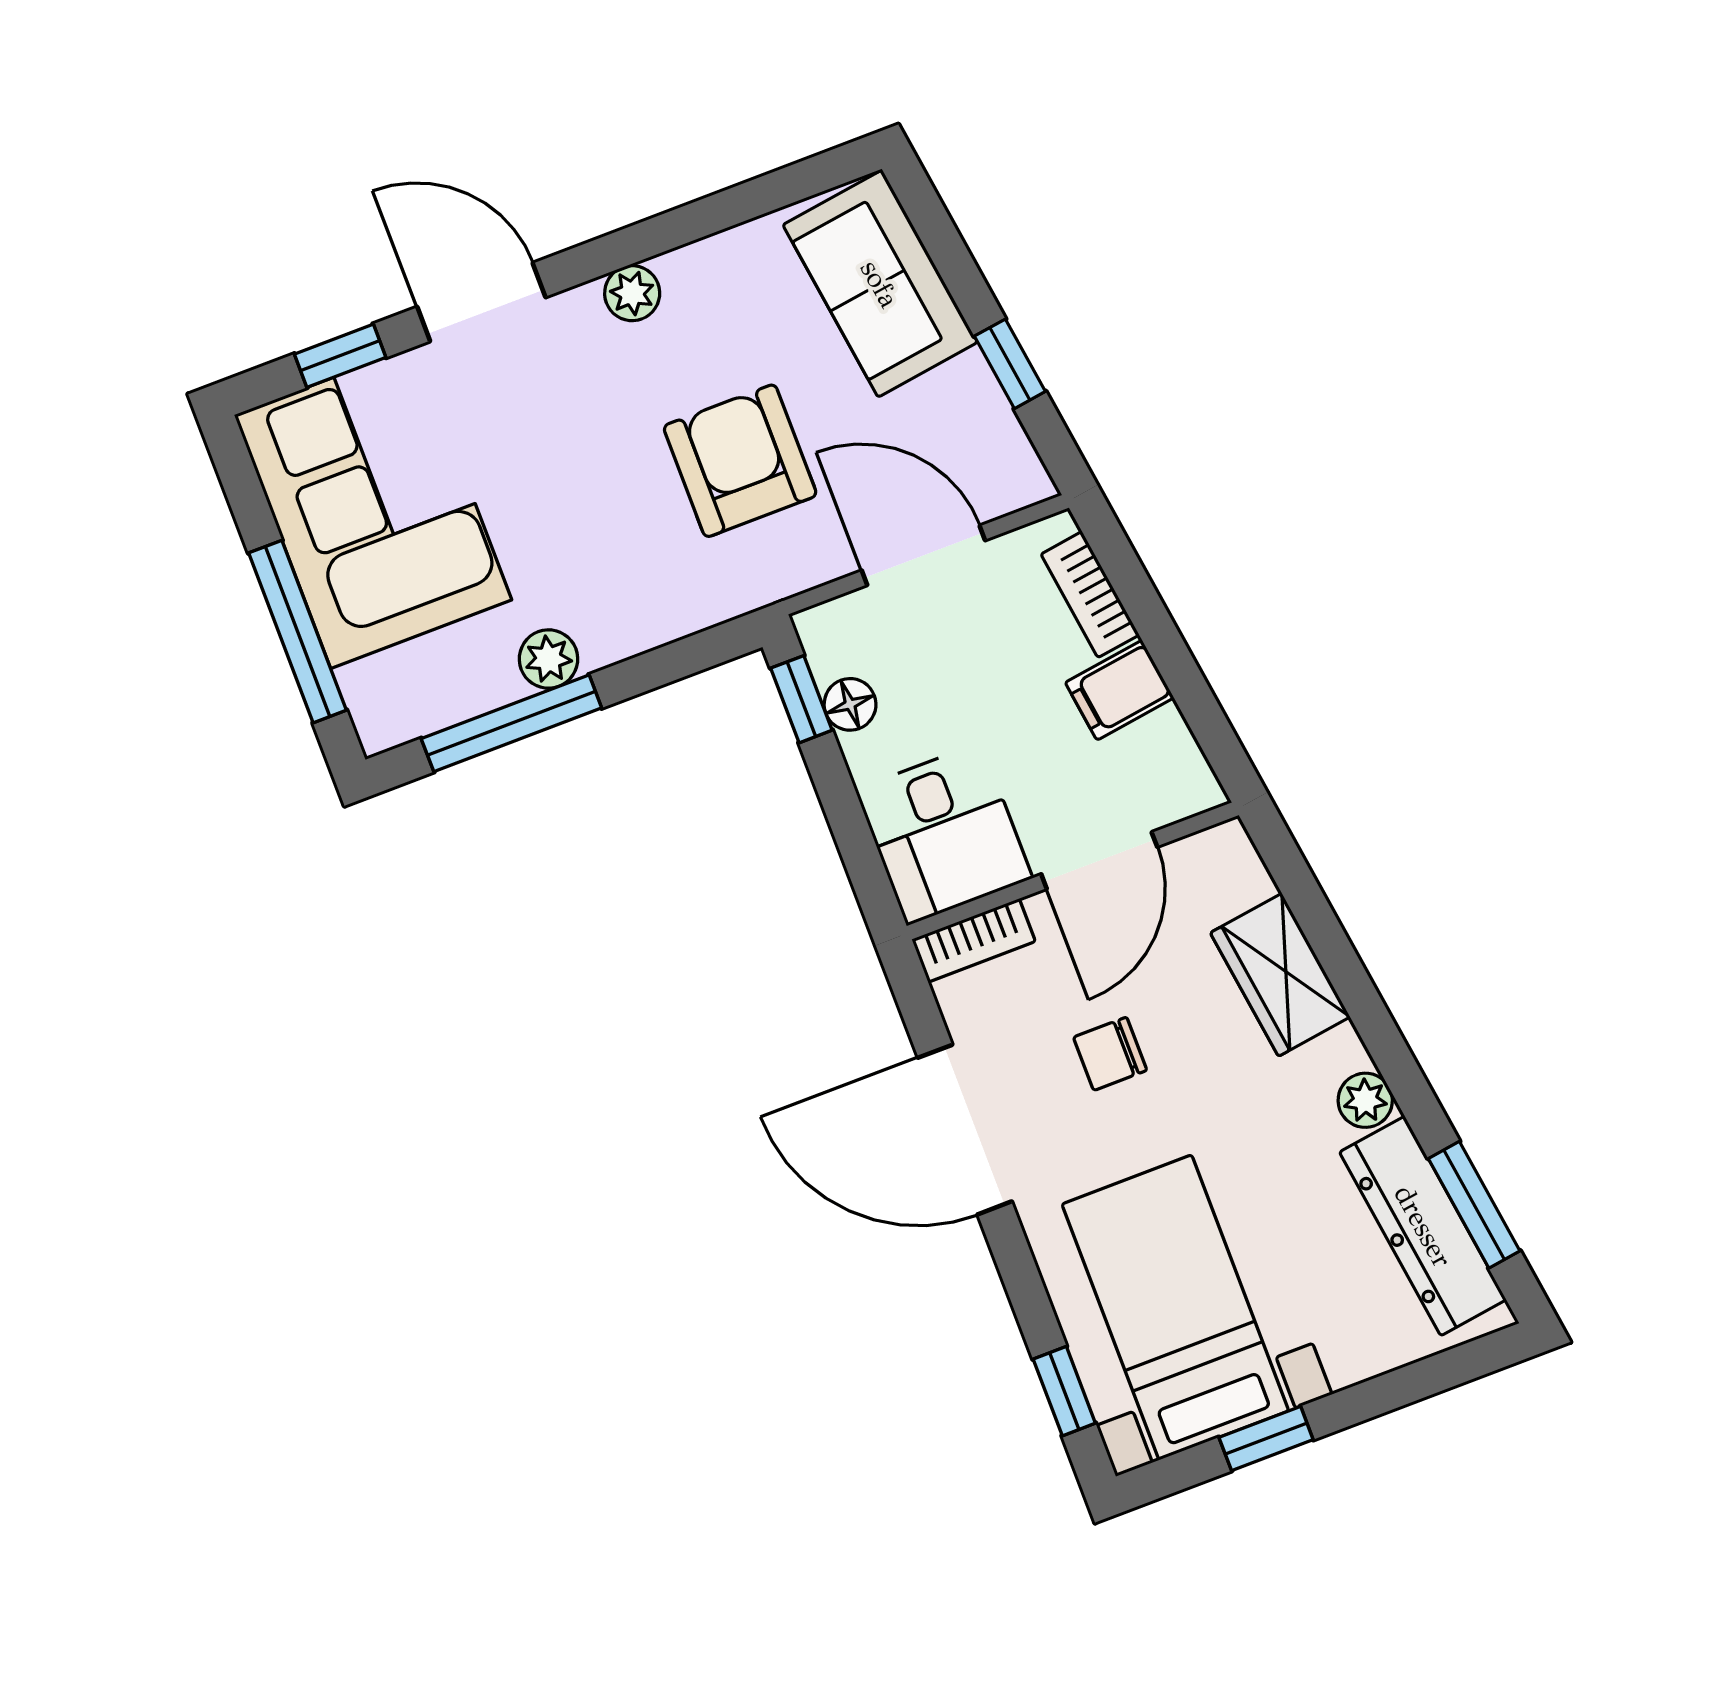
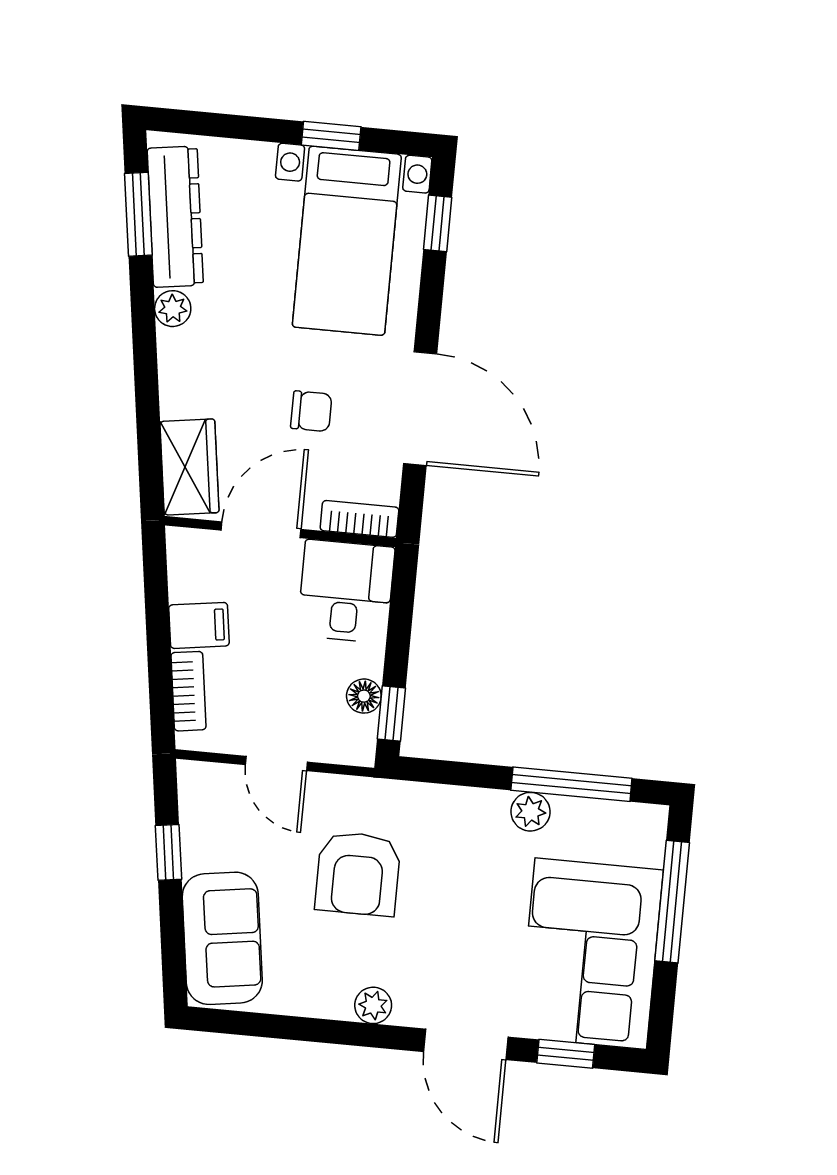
door: (923, 555) -> (276, 763), width x0.73
wardrobe: (1280, 975) -> (189, 467), moved

